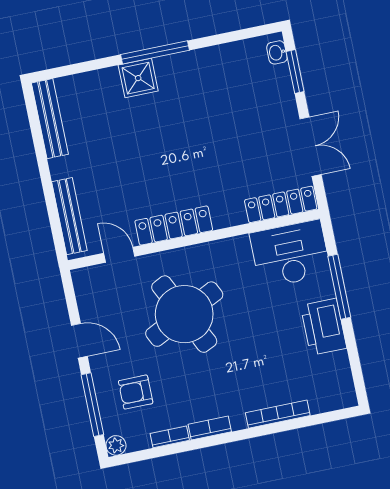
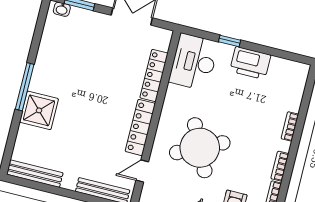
shower: (138, 78) -> (39, 110), width x1.36, depth x1.36
locker: (281, 204) -> (154, 75), moved
window: (339, 287) -> (230, 41), width x0.46
bookcase: (278, 414) -> (290, 126), width x0.64

